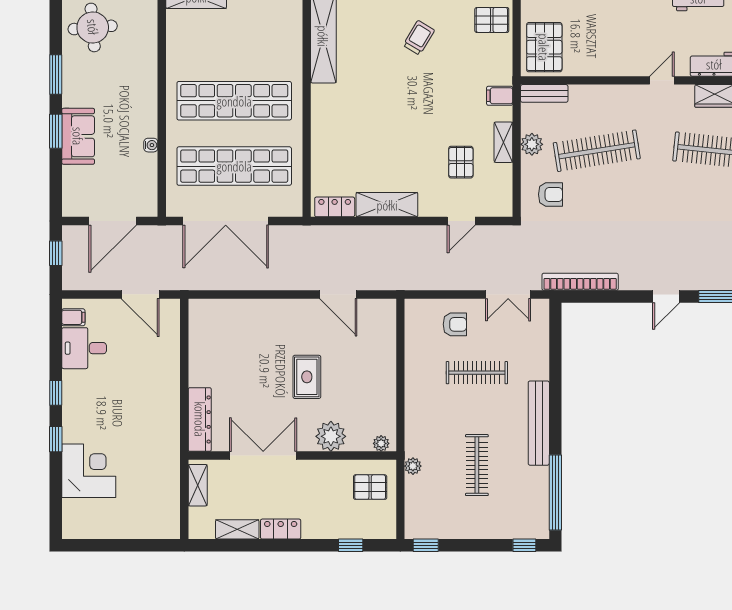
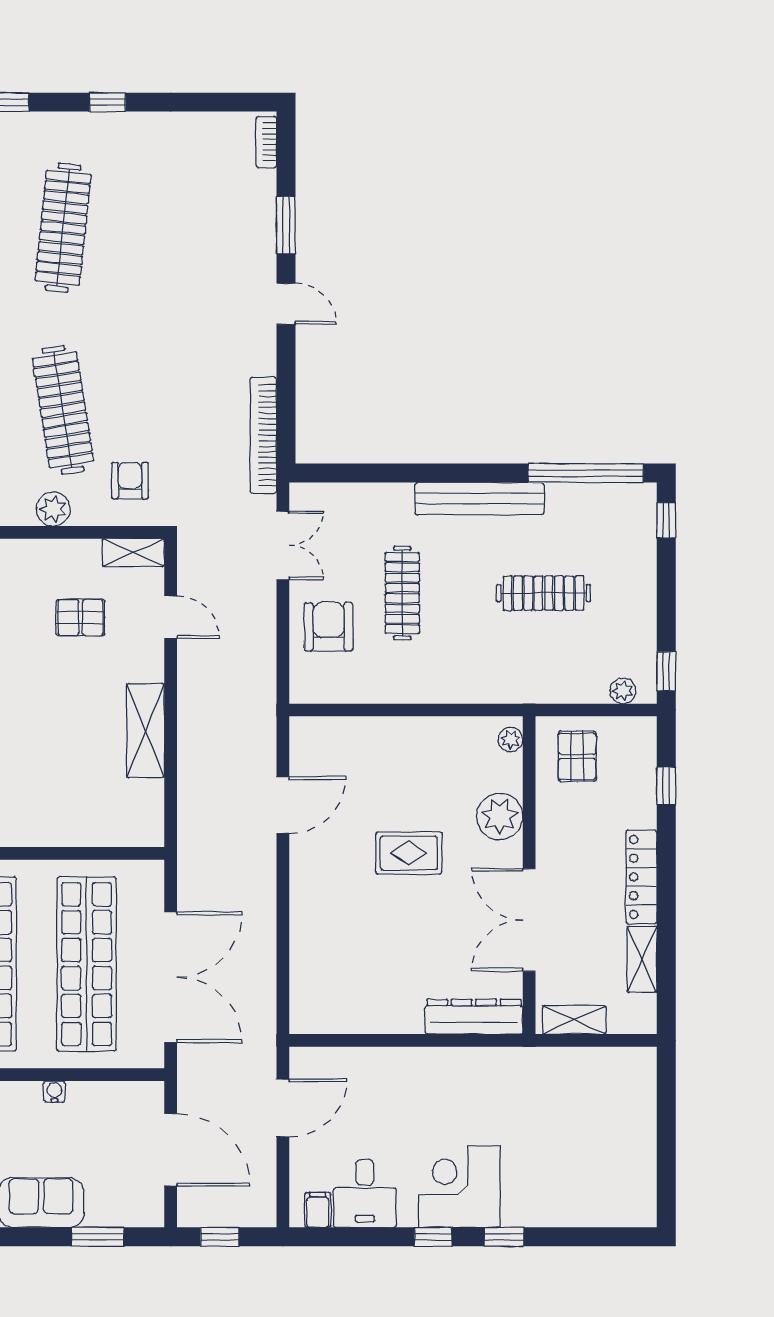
window: (56, 131) -> (98, 1237), moved
shelving: (503, 142) -> (133, 553), moved
locker: (335, 207) -> (149, 811), removed
armchair: (455, 324) -> (329, 627), width x1.38, depth x1.38
plant: (413, 466) -> (623, 691), moved
corner desk: (89, 471) -> (459, 1186), moved
locker: (281, 529) -> (641, 877), width x1.53

